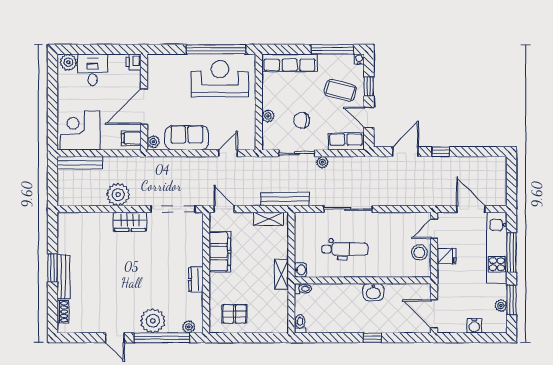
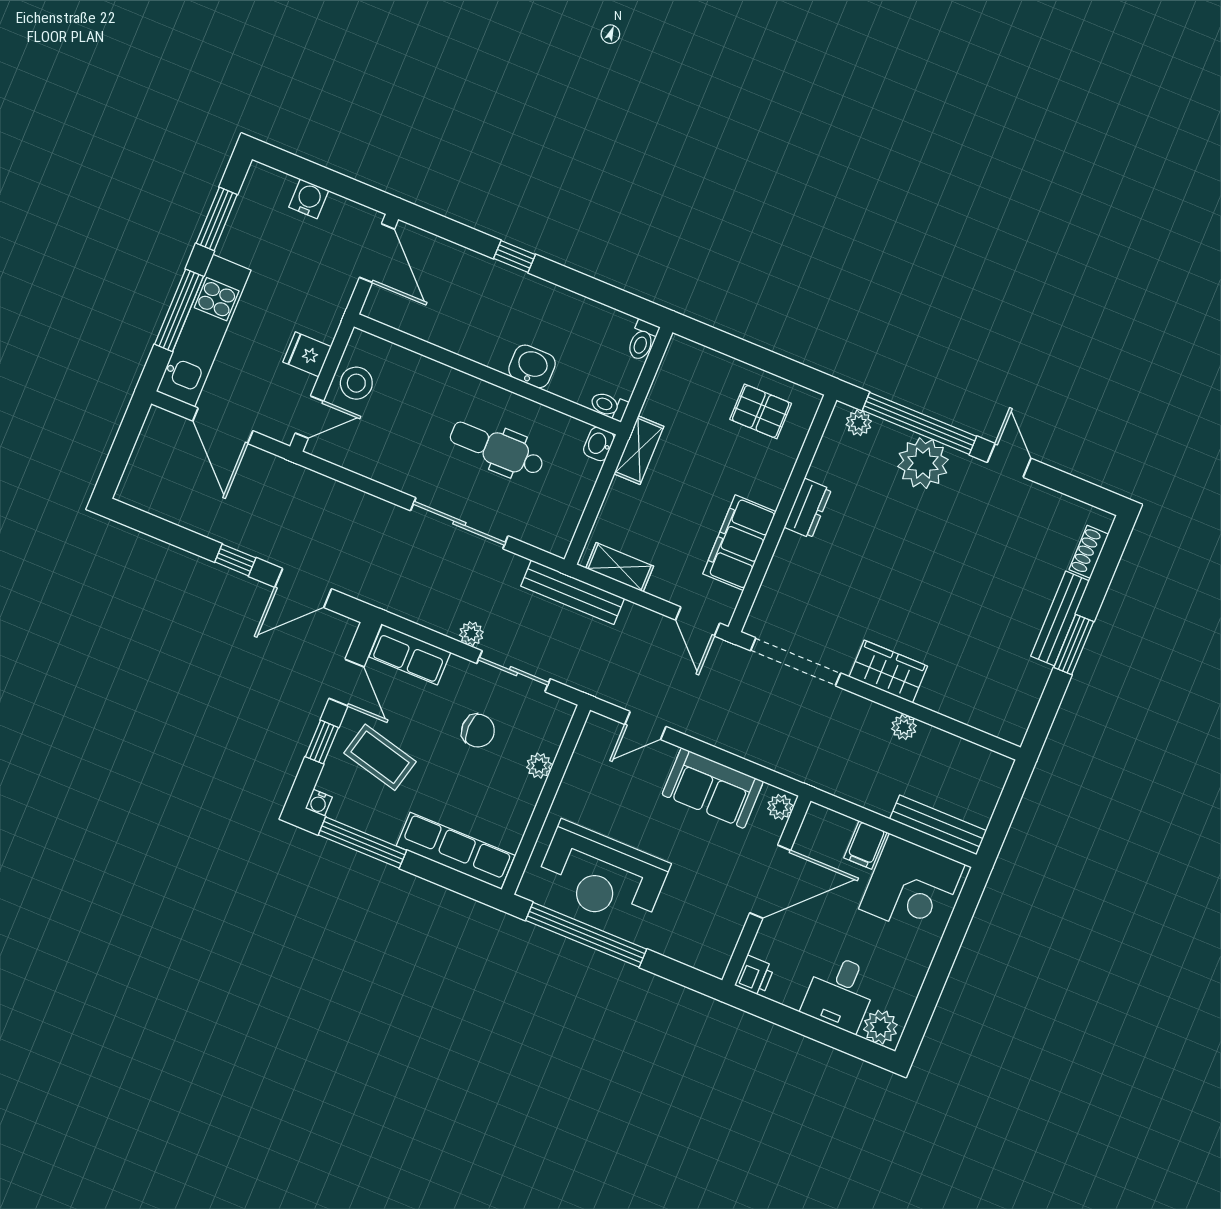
filing cabinet: (131, 138) -> (865, 845), moved, turned 90
plant: (118, 195) -> (904, 727), width x0.53, depth x0.53
washbasin: (373, 292) -> (532, 366), moved
plant: (501, 306) -> (242, 216), removed

